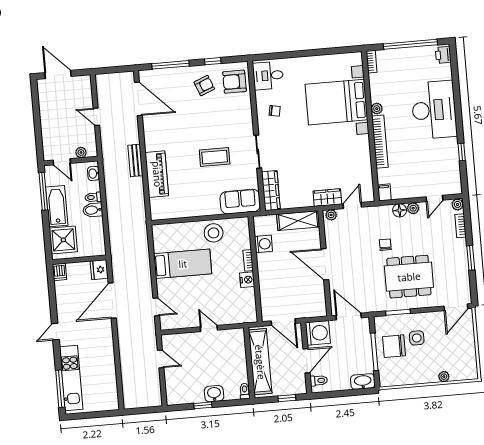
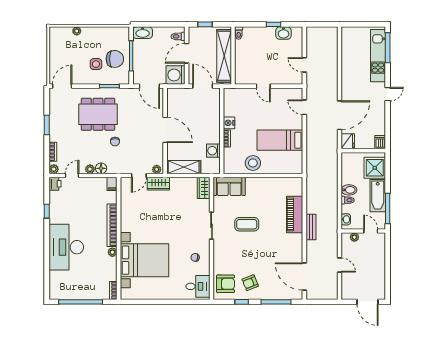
printer: (443, 55) -> (55, 184), moved
wardrobe: (271, 191) -> (204, 188), width x0.67
washbasin: (214, 394) -> (283, 33), moved

